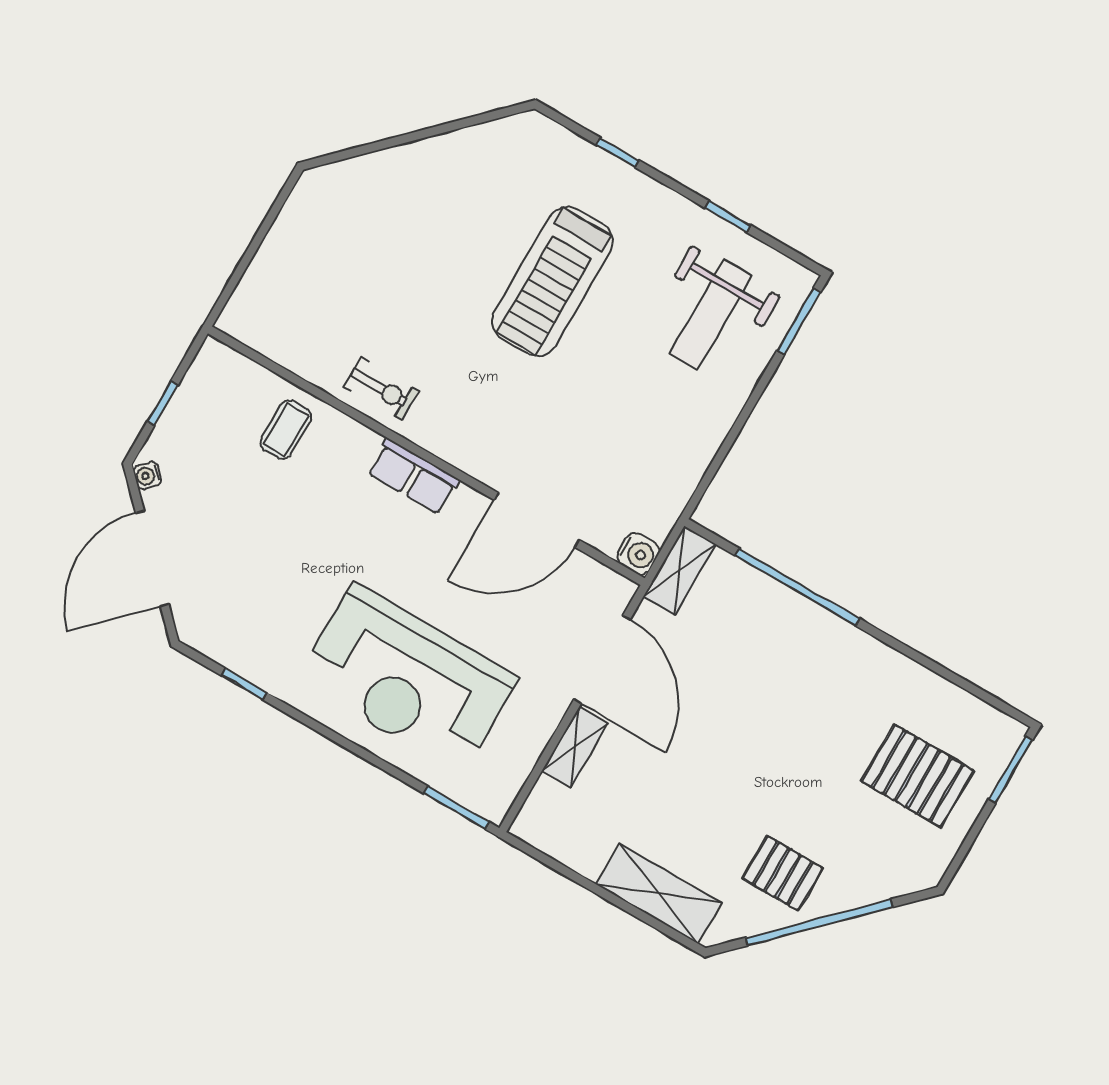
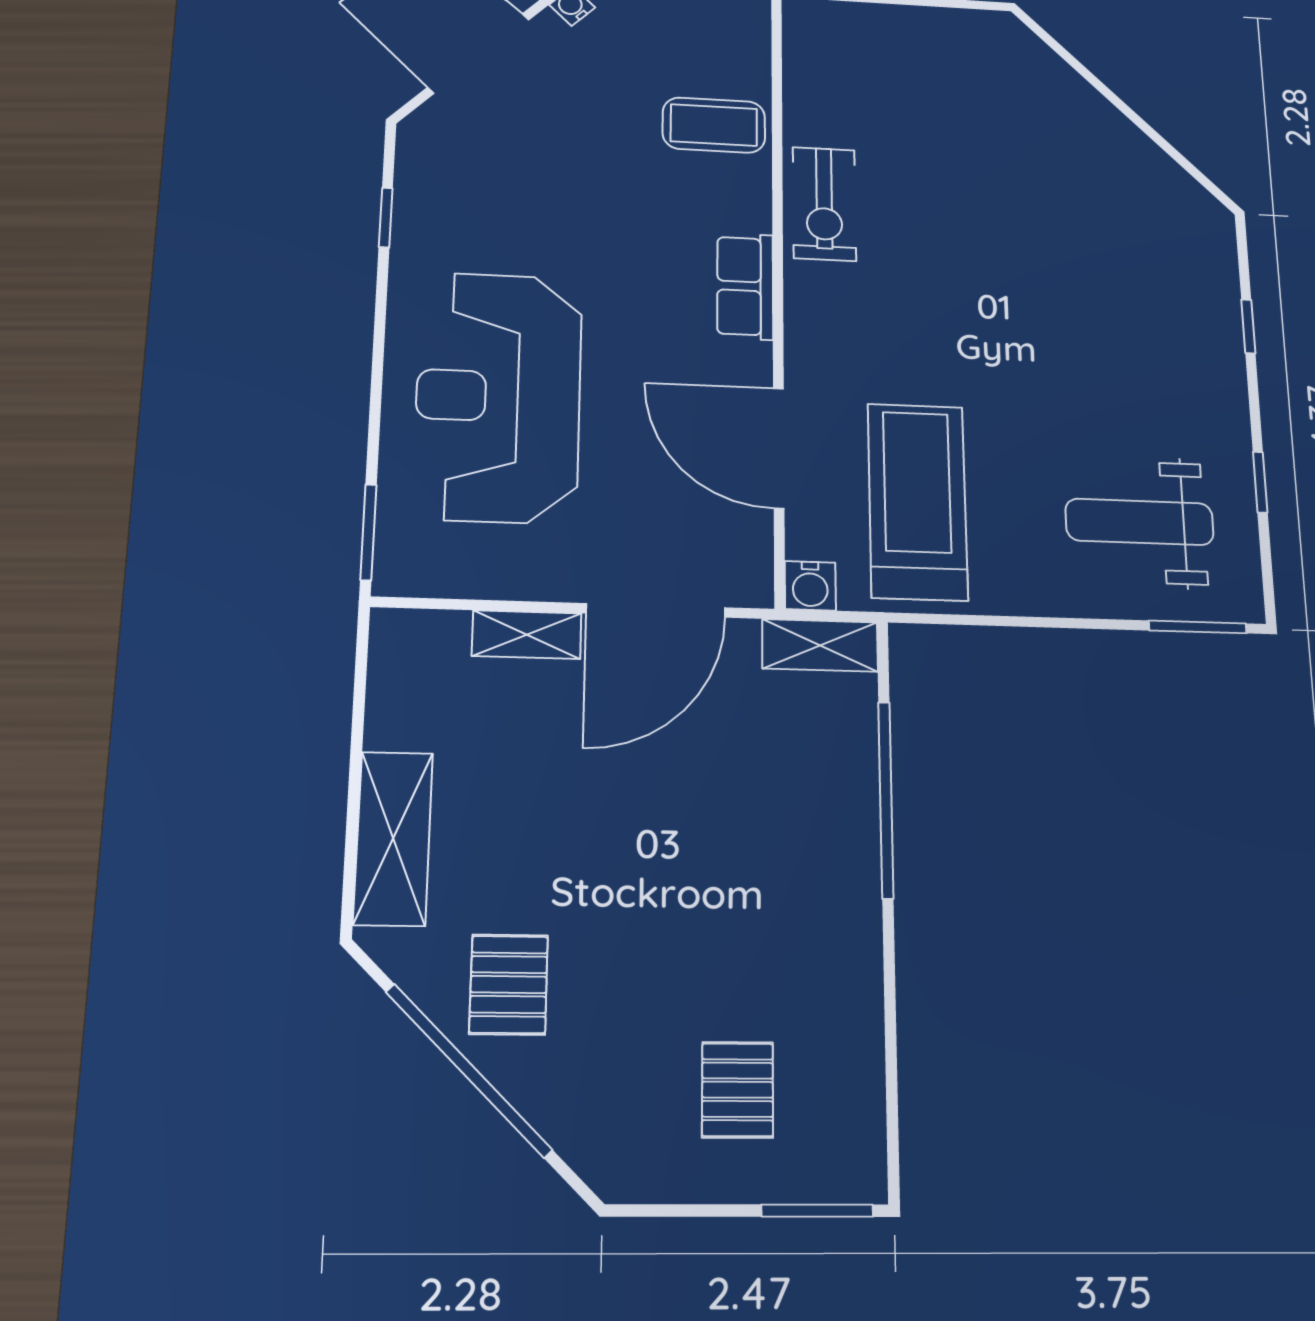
treadmill: (552, 281) -> (917, 501), moved, turned 90
exercise bike: (381, 389) -> (824, 204), width x1.38, depth x1.39
coffee table: (286, 430) -> (714, 125), width x1.36, depth x1.30
pallet: (917, 776) -> (738, 1090), width x0.67, depth x0.71

